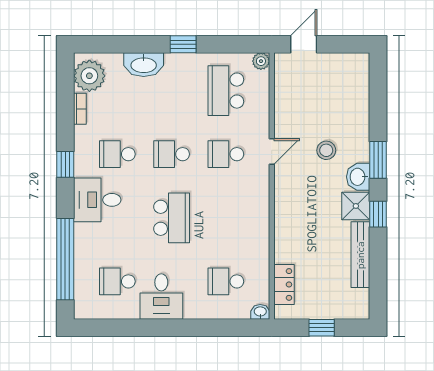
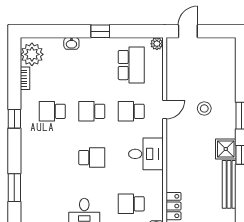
washbasin: (144, 65) -> (71, 43), width x0.52, depth x0.69
school desk: (226, 91) -> (131, 65), turned 180
washbasin: (358, 177) -> (227, 128), removed
desk: (97, 200) -> (146, 154), moved, turned 180
school desk: (172, 218) -> (92, 158), width x0.54
window: (65, 259) -> (14, 188), width x0.47
school desk: (117, 281) -> (52, 204), removed

